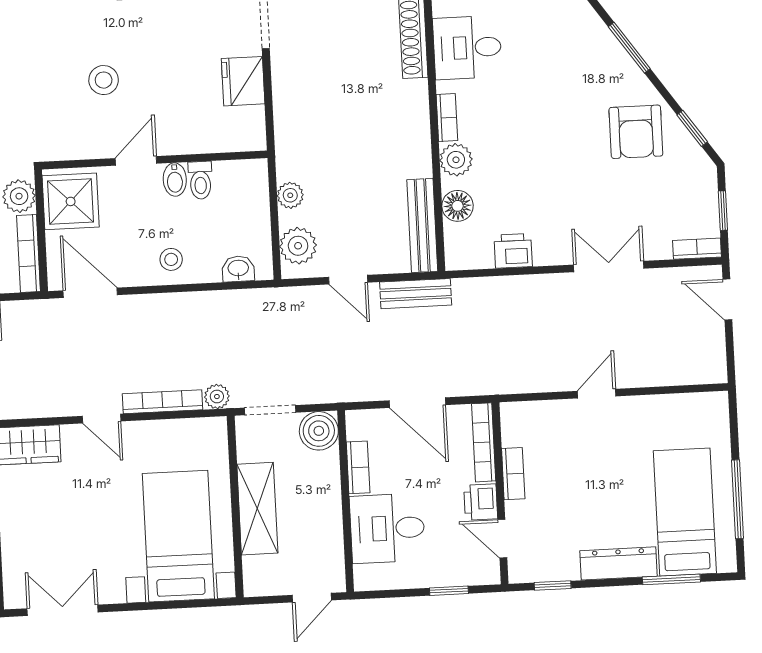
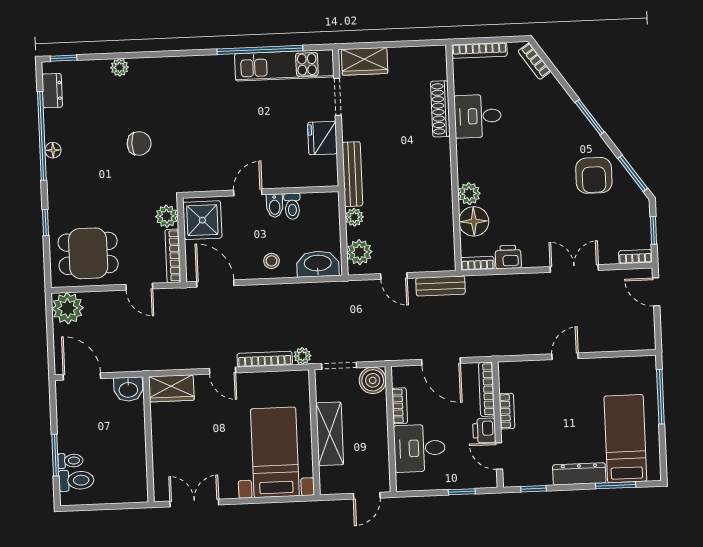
stool: (104, 80) -> (226, 136), removed
bookcase: (447, 118) -> (478, 263), moved, turned -90
window: (692, 128) -> (633, 173), width x1.50
floor lamp: (457, 206) -> (474, 221), width x1.38, depth x1.38
bench: (422, 225) -> (352, 174), moved
washbasin: (238, 269) -> (318, 264), width x1.91, depth x1.45
window: (737, 499) -> (660, 397), moved

